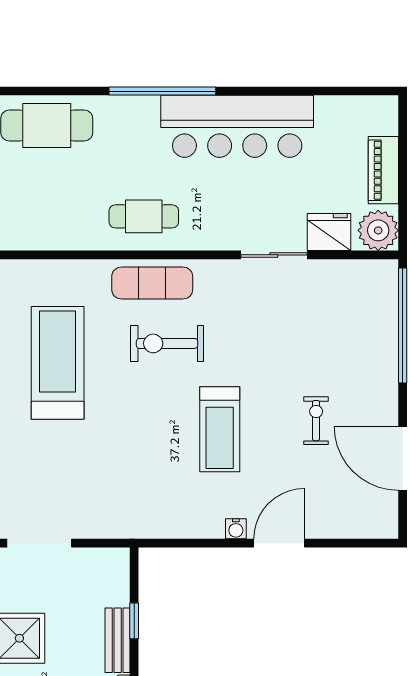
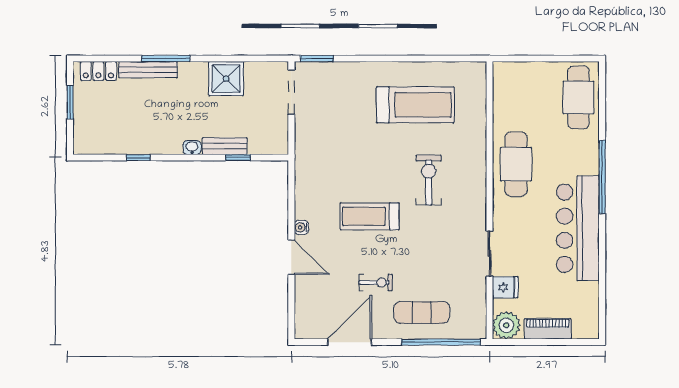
cafe table: (144, 216) -> (516, 164), width x1.37, depth x1.35
fridge: (329, 232) -> (505, 287), width x0.72
exercise mat: (152, 283) -> (422, 312), moved, turned 90

